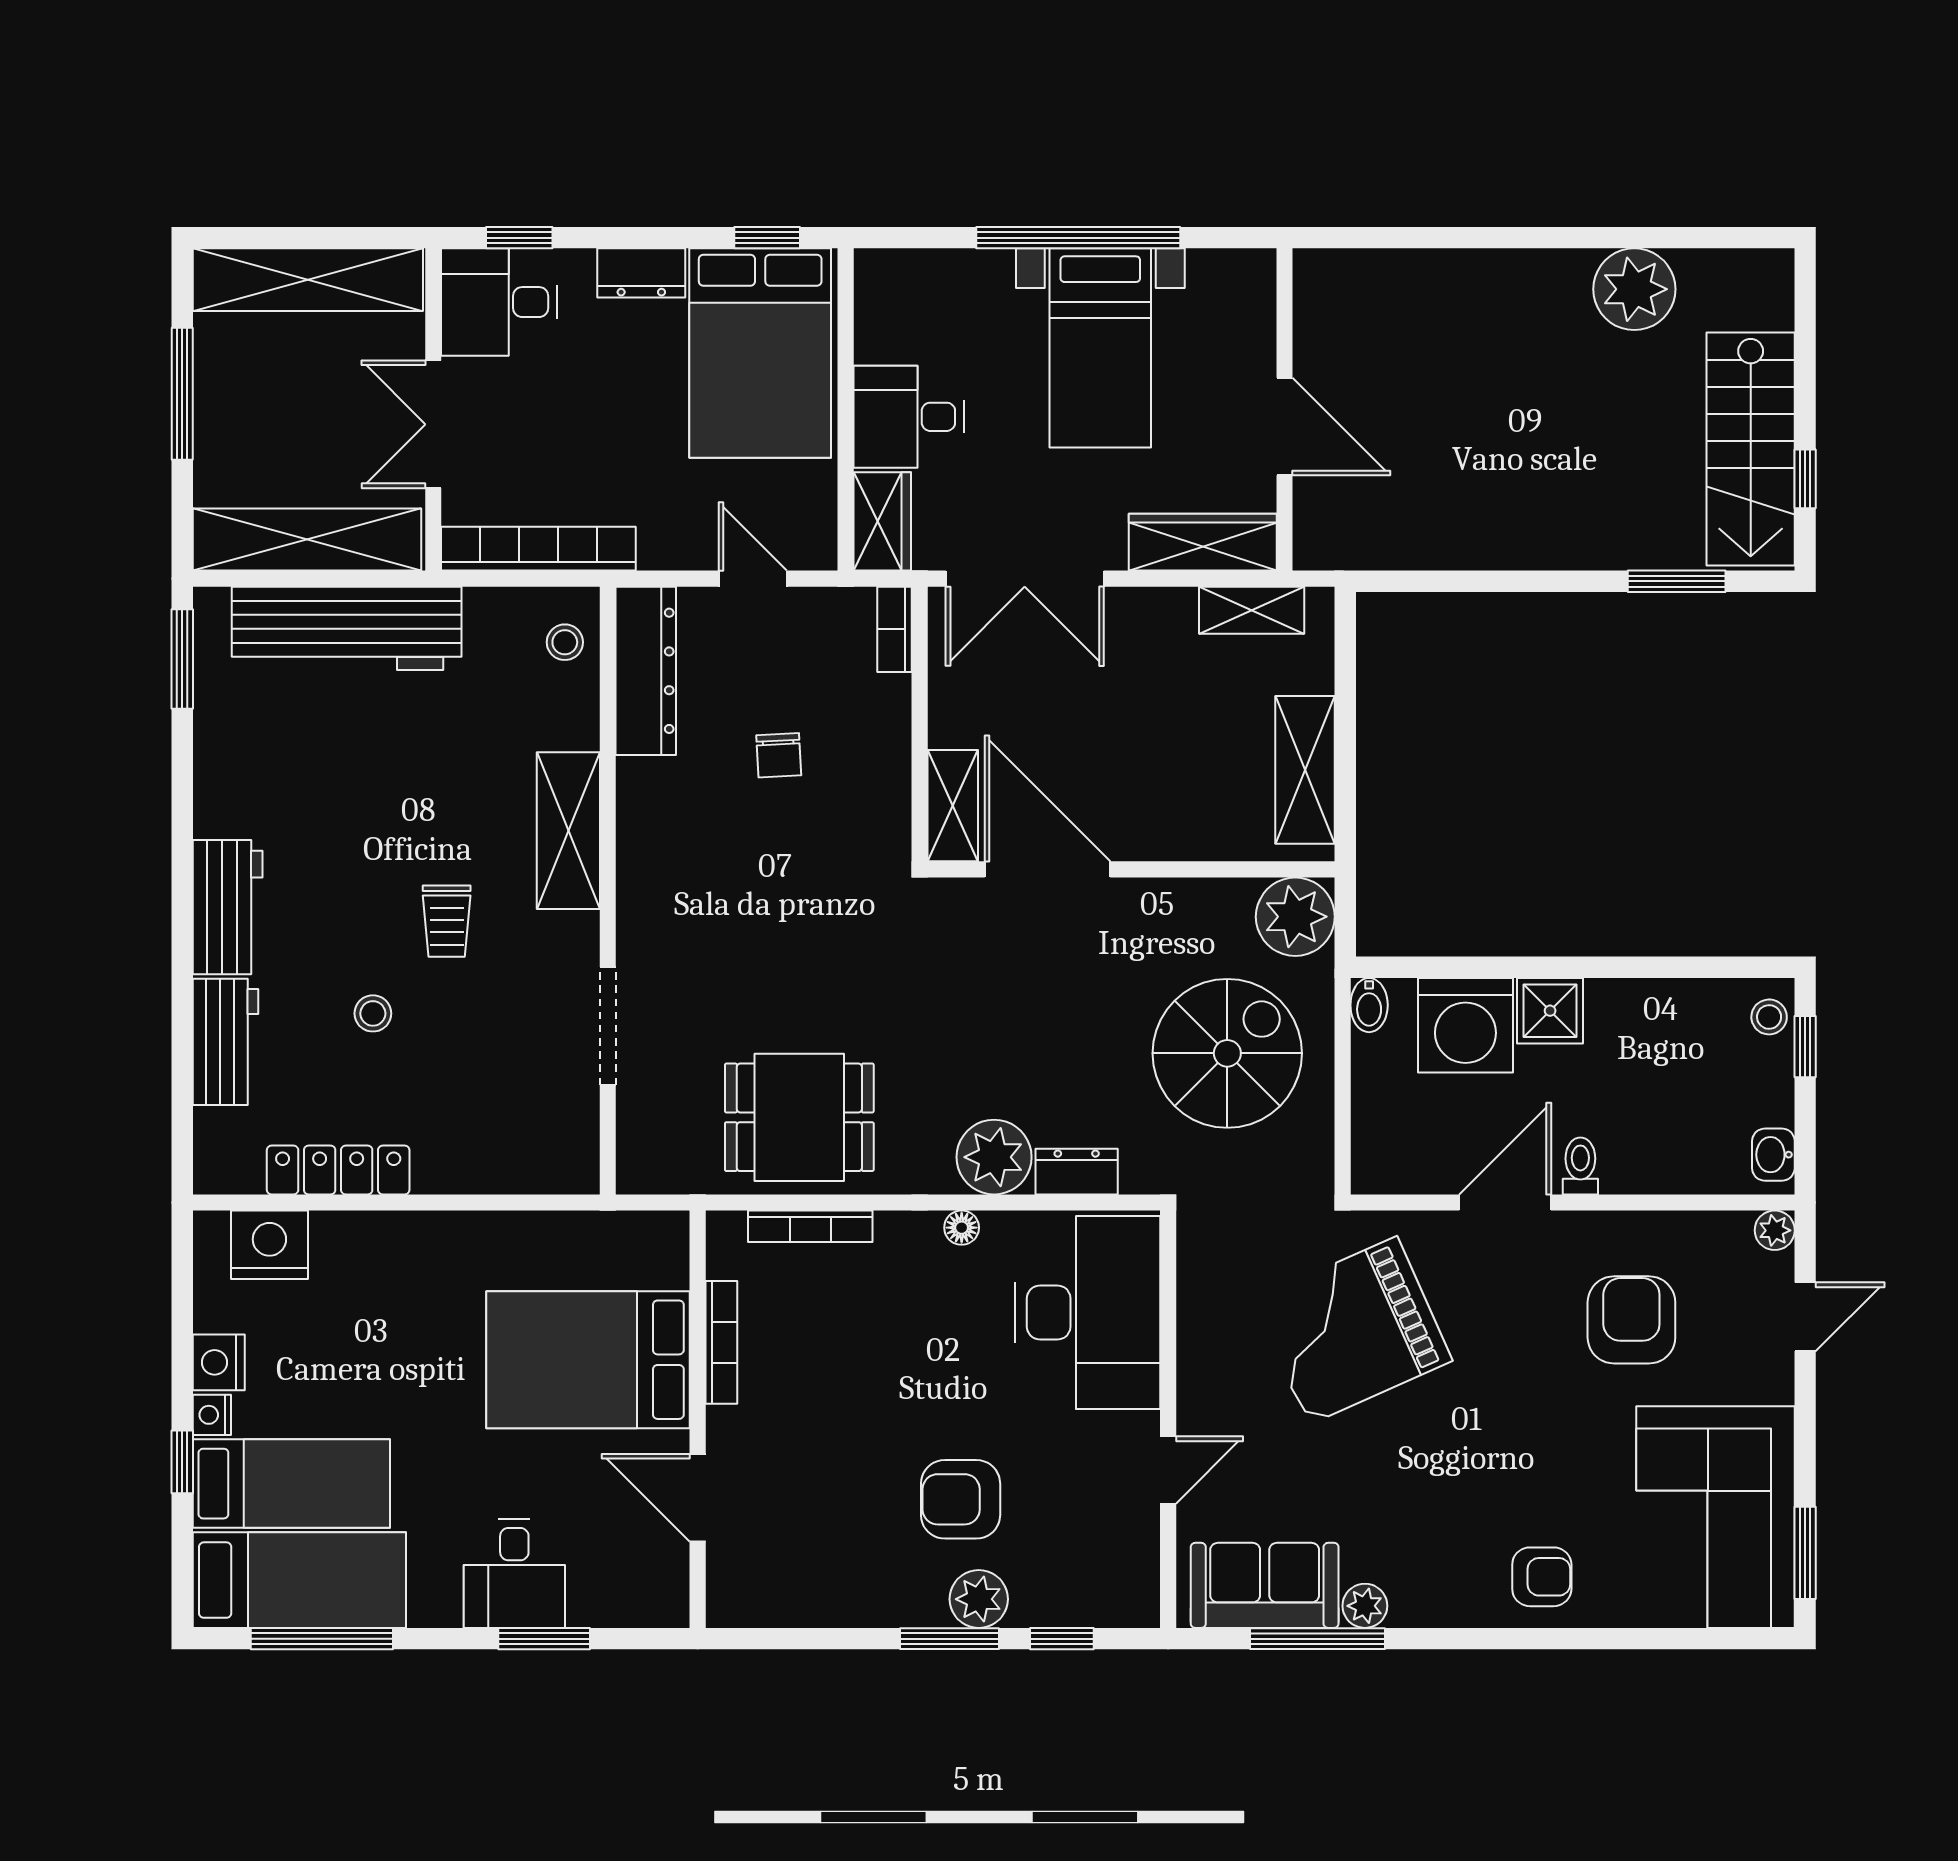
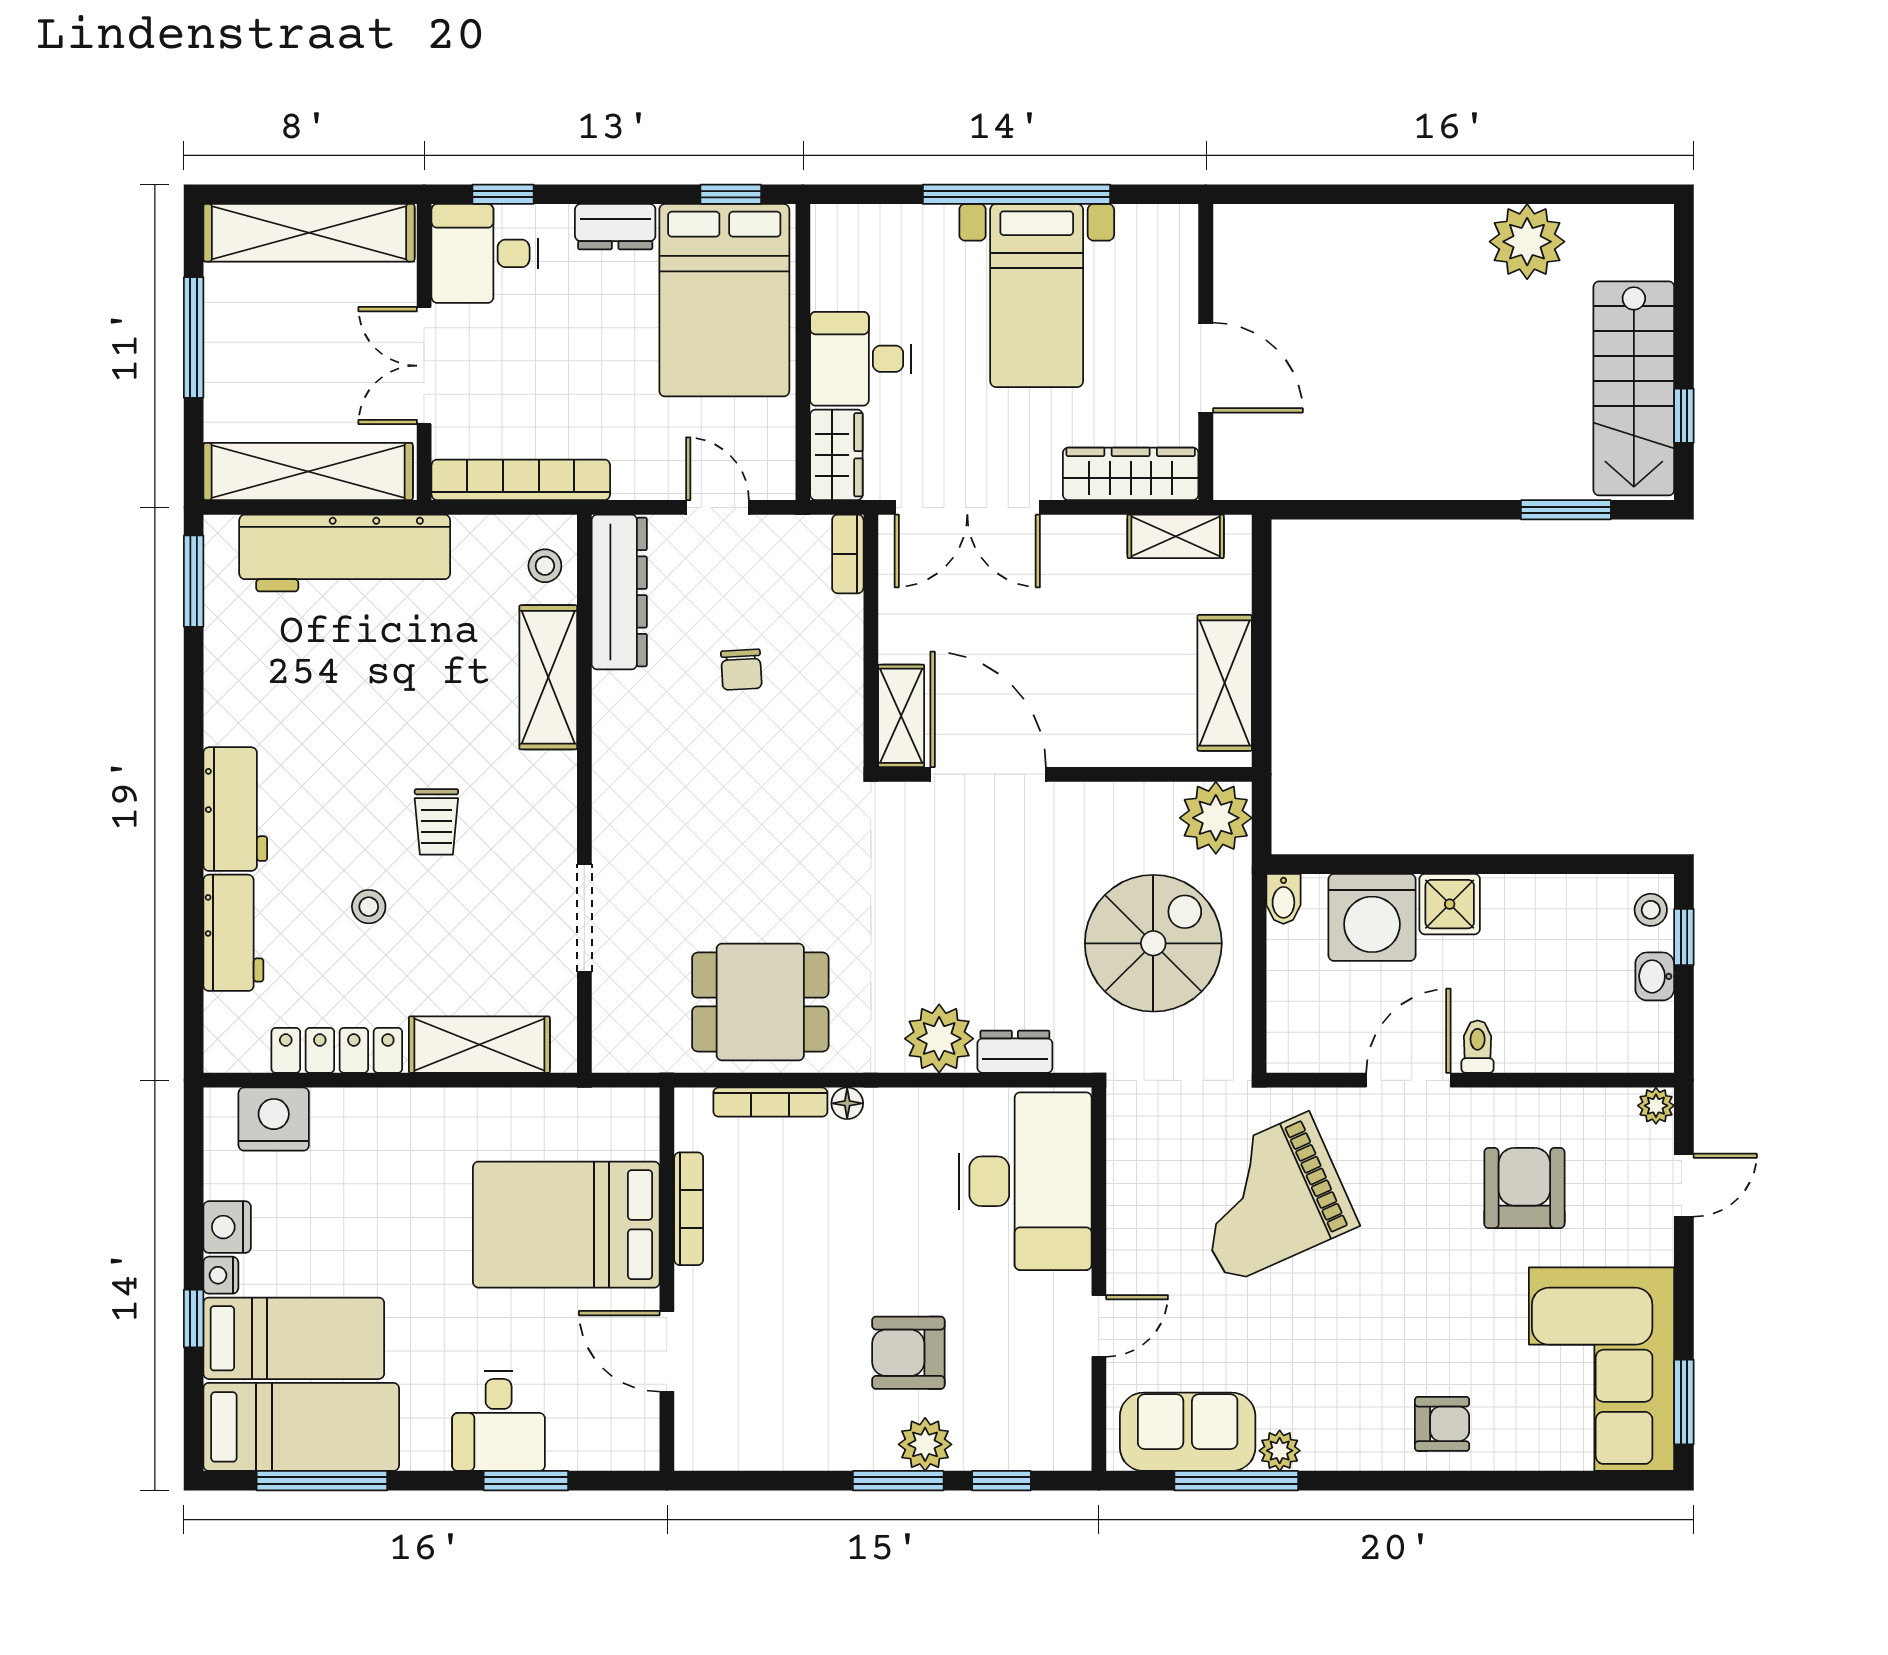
shelving: (568, 831) -> (548, 677), moved
washbasin: (1773, 1155) -> (1655, 976), moved
shelving: (493, 1164) -> (479, 1045), added
floor lamp: (962, 1228) -> (847, 1103), moved

